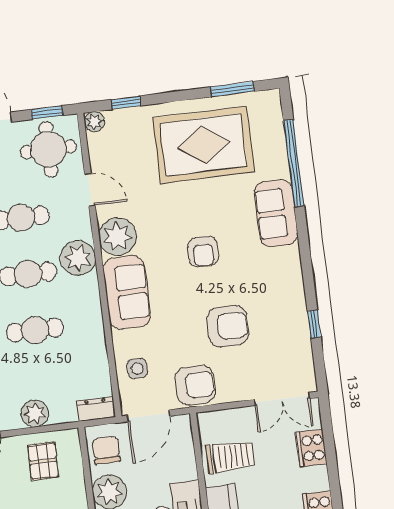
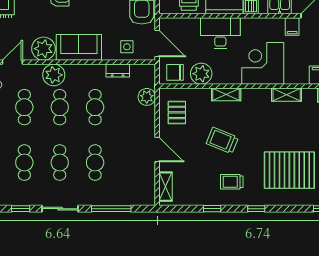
dresser: (96, 409) -> (118, 71), moved, turned -90
plant: (35, 413) -> (147, 97), moved
pallet: (43, 461) -> (177, 112), turned 90

